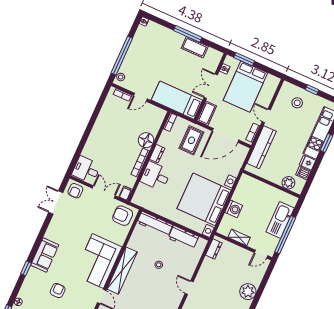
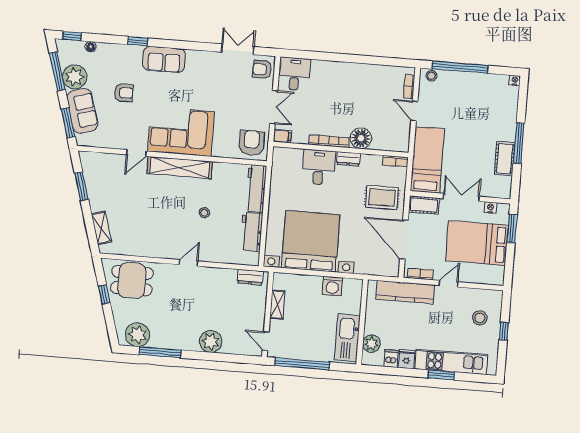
washing machine: (234, 209) -> (332, 286), moved
kitchen sink: (280, 220) -> (347, 338), moved, turned -90

